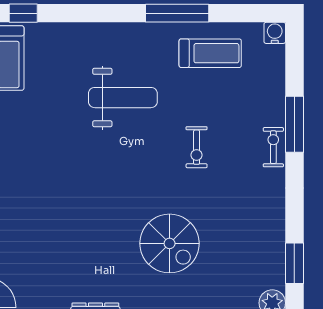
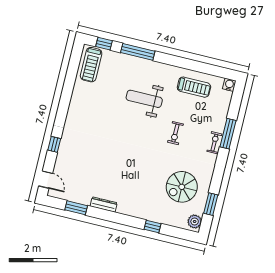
window: (177, 13) -> (138, 52), moved
weight bench: (123, 98) -> (144, 99), turned 180
spiral stairs: (170, 243) -> (182, 187), moved, turned 90

